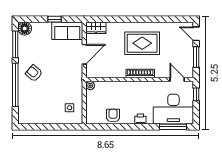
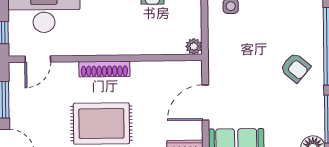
door: (177, 79) -> (38, 59), hinge flipped

